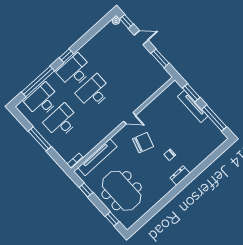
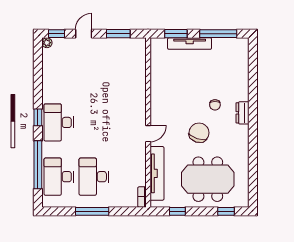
desk: (94, 92) -> (94, 122), removed
door: (130, 118) -> (148, 134), moved
chair: (143, 143) -> (199, 133), moved

